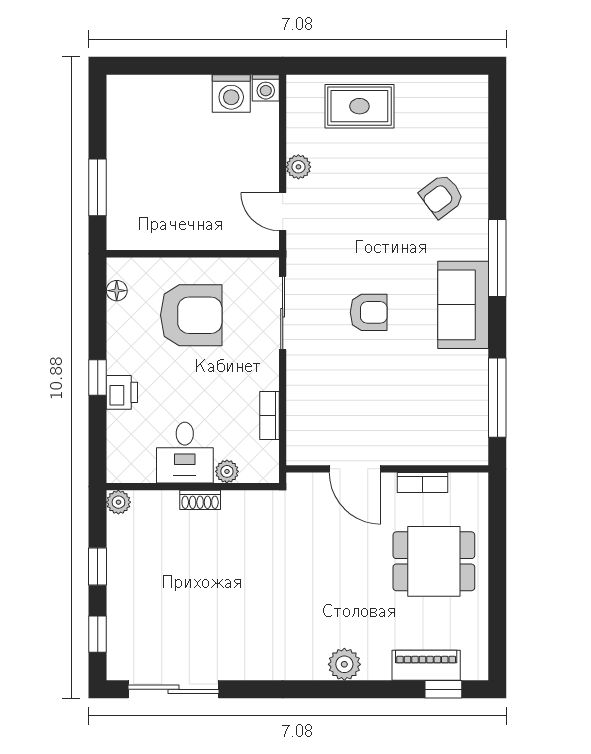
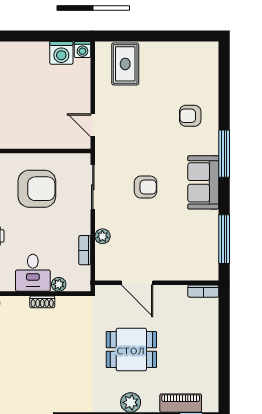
rug: (359, 106) -> (125, 64), moved, turned 90
plant: (298, 167) -> (102, 236), moved
armchair: (442, 196) -> (190, 116), turned 37
bookcase: (422, 482) -> (203, 291), moved
dining table: (434, 561) -> (131, 350), moved

